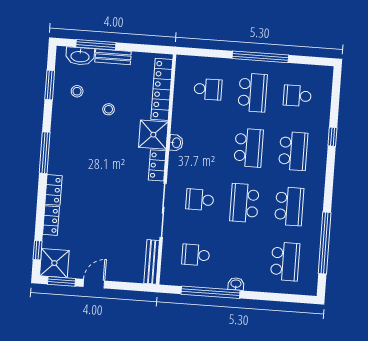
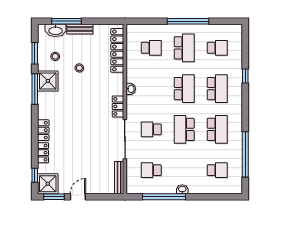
school desk: (297, 96) -> (217, 48), turned 180
shower: (153, 135) -> (48, 81), moved
window: (45, 153) -> (35, 89), moved
school desk: (285, 261) -> (217, 170), width x0.54

